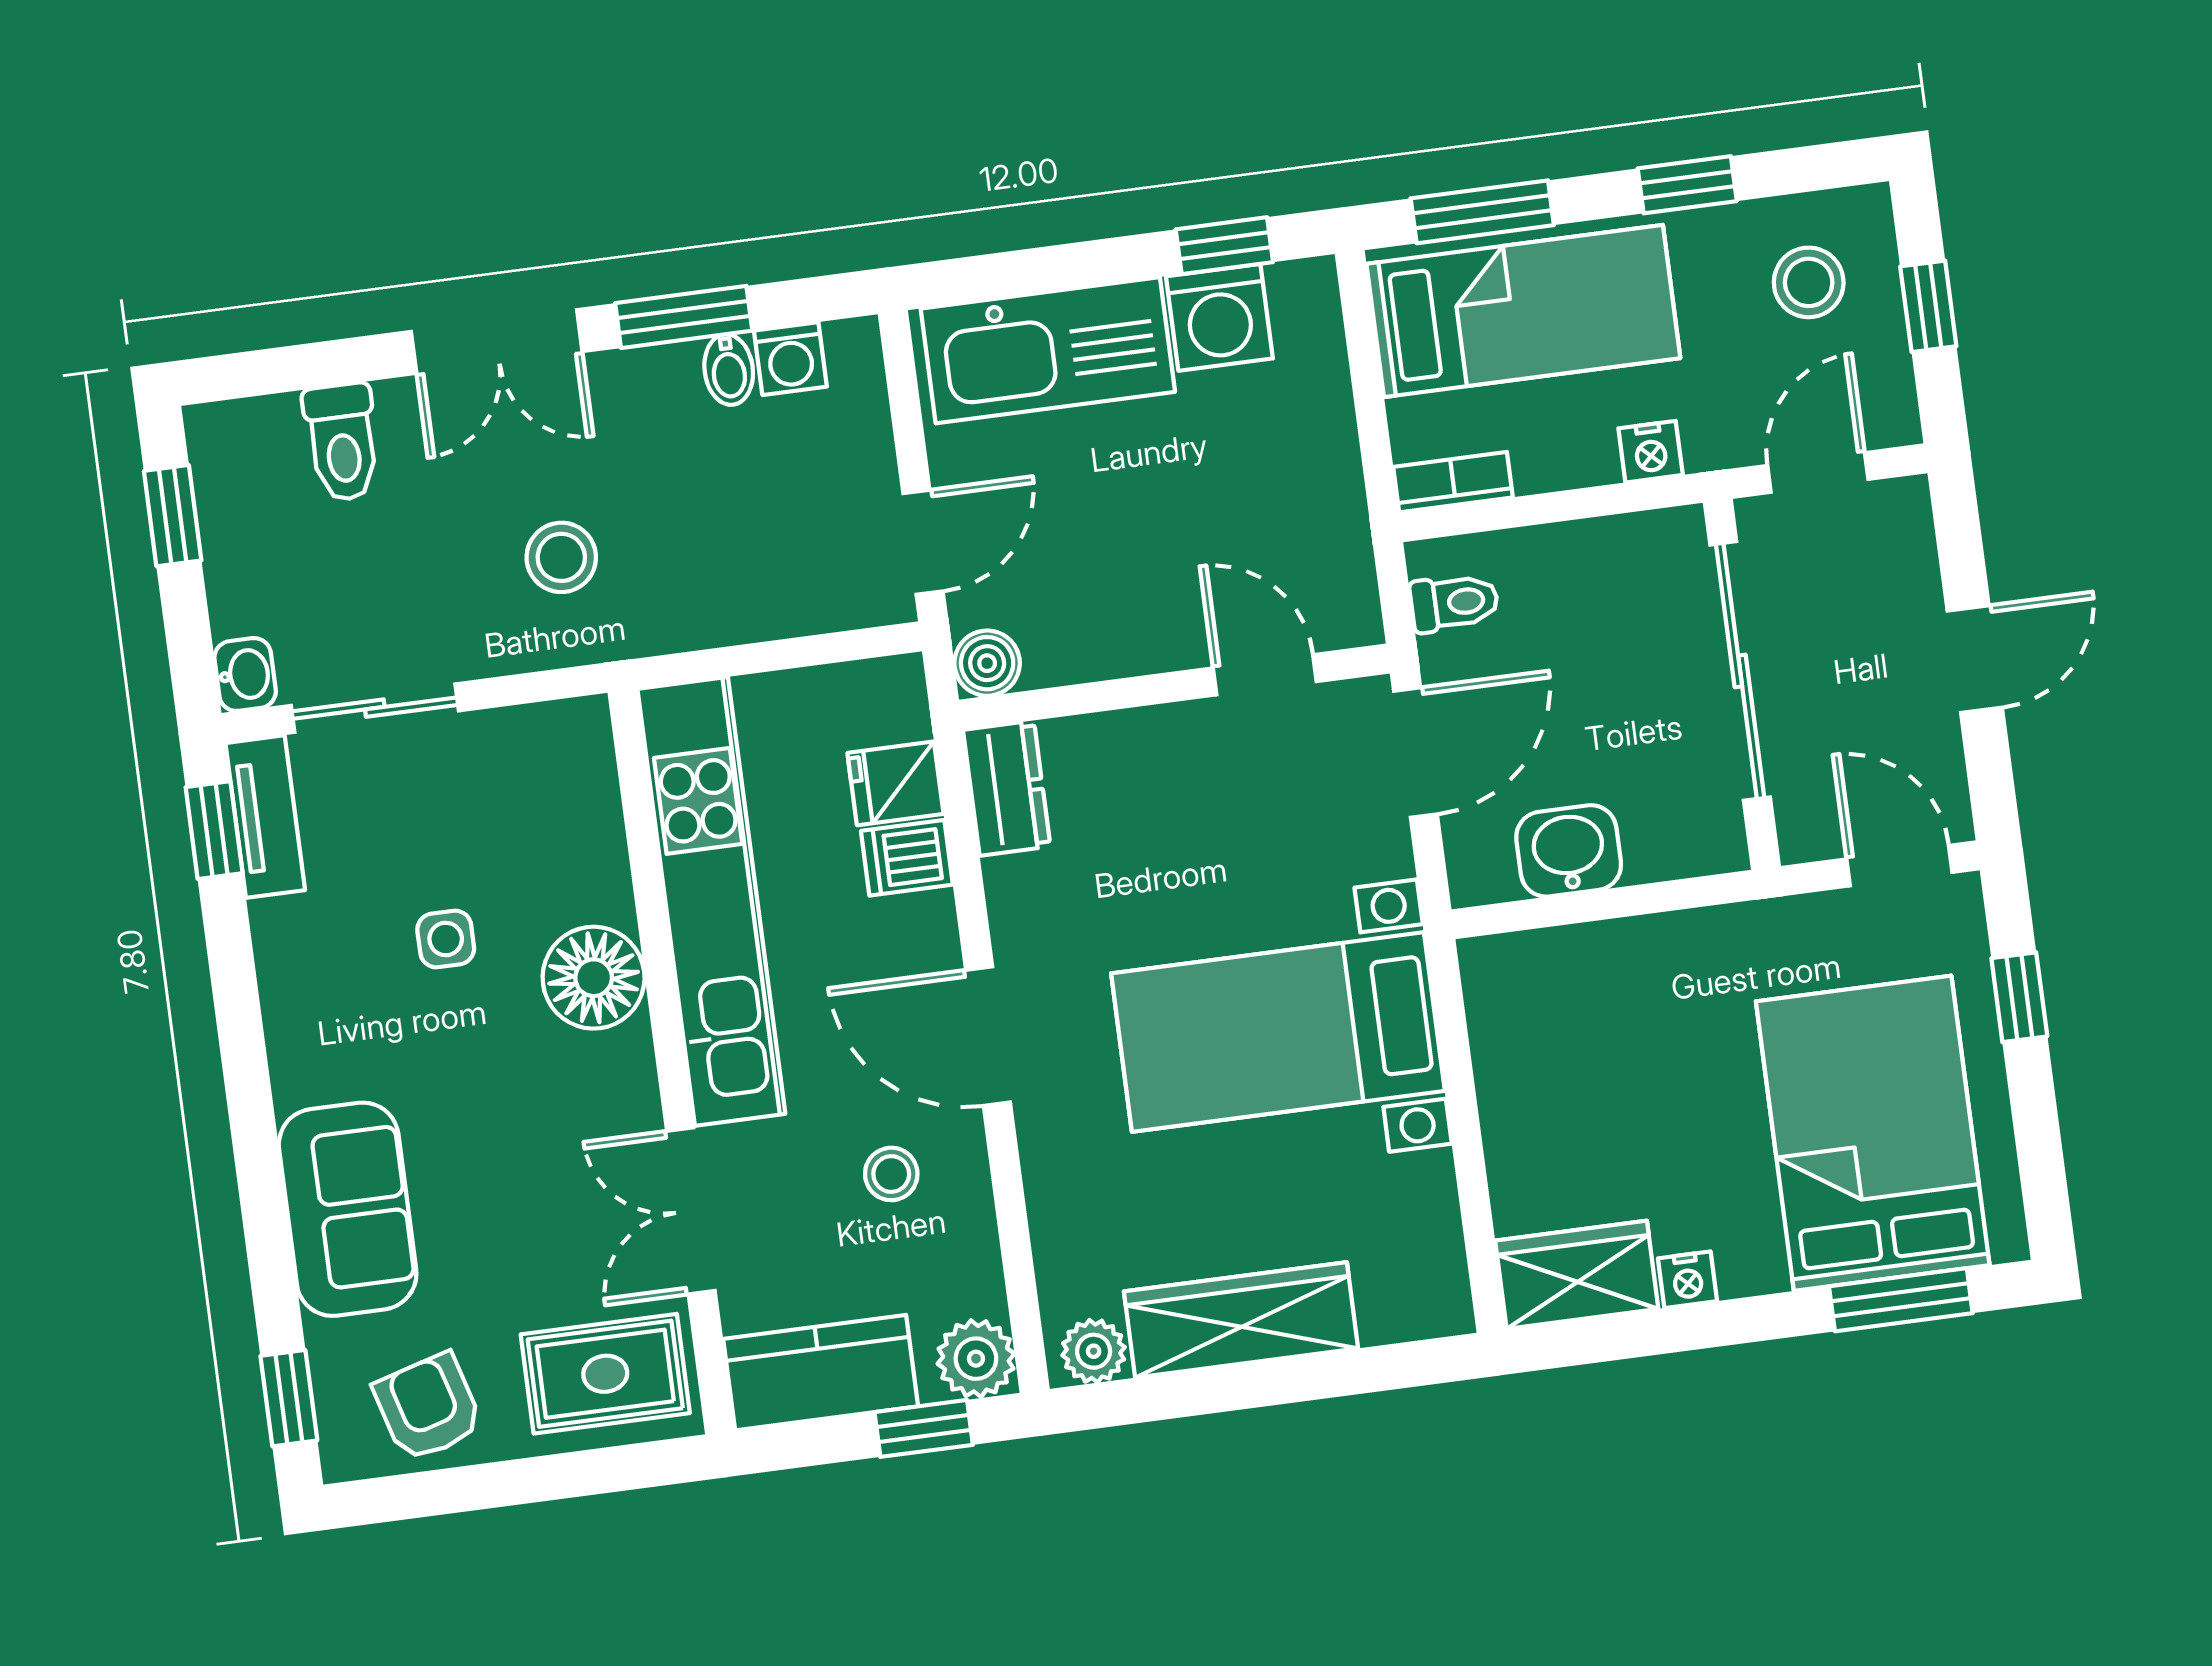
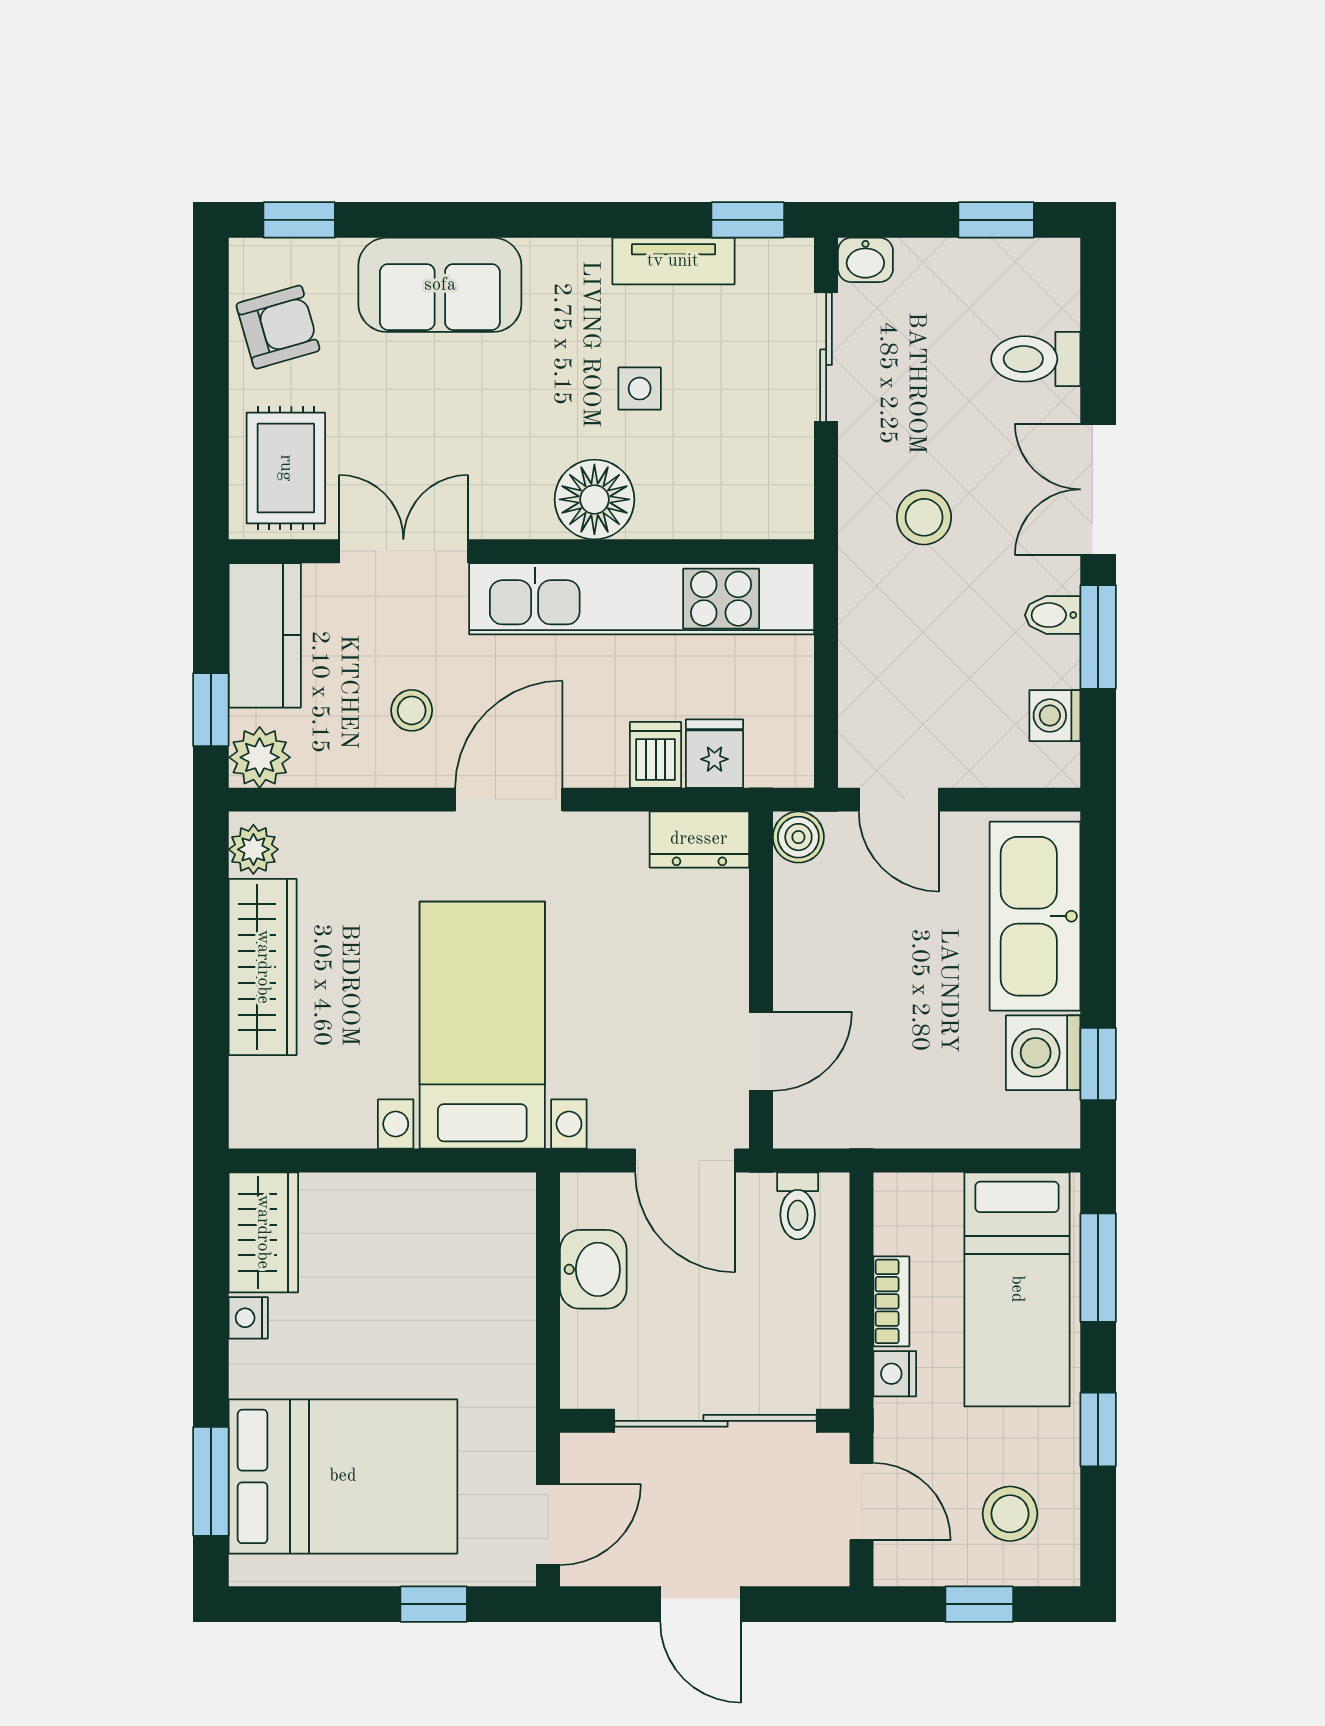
bidet: (729, 370) -> (1053, 615), moved
bookcase: (1453, 482) -> (891, 1301), moved
tv unit: (265, 817) -> (673, 261), moved

